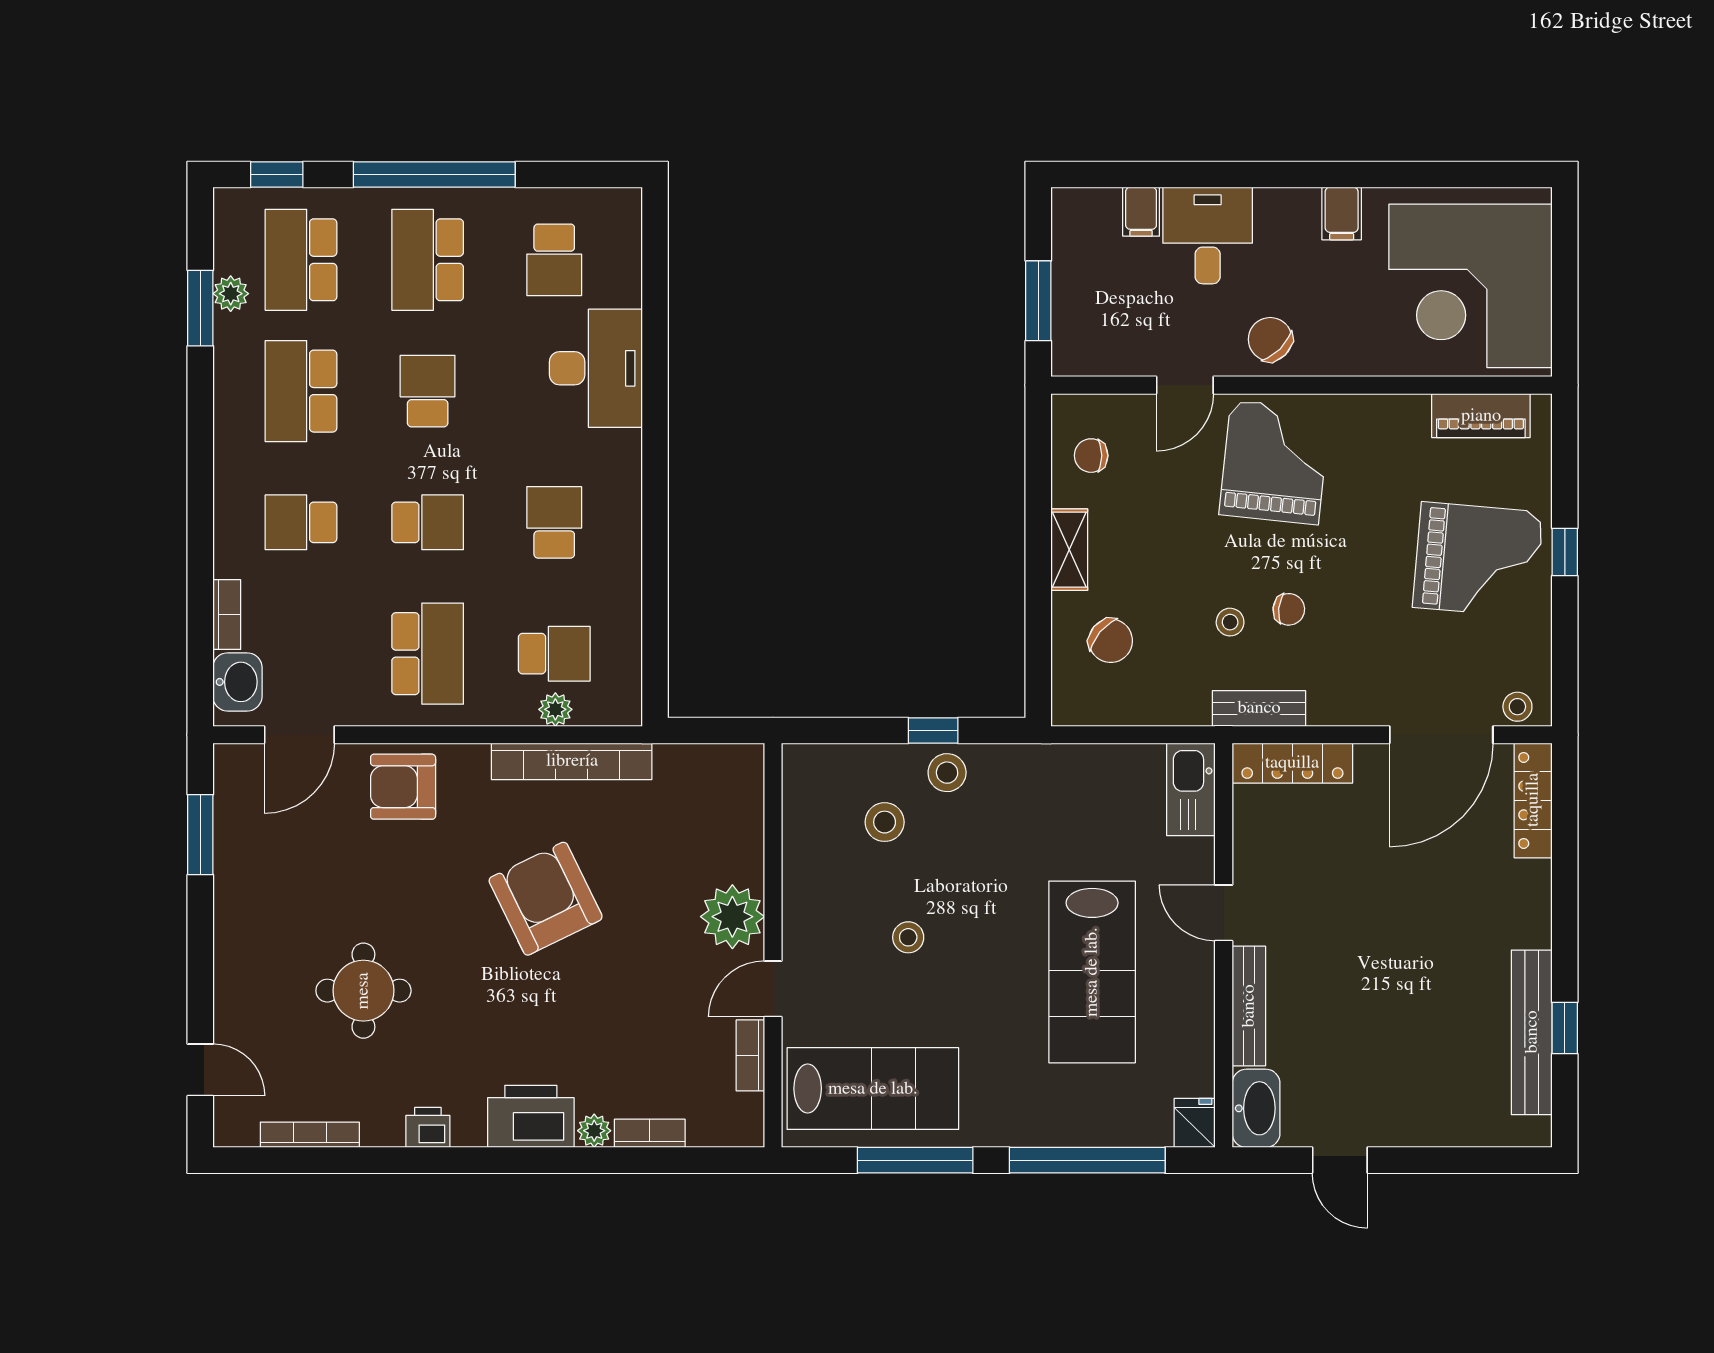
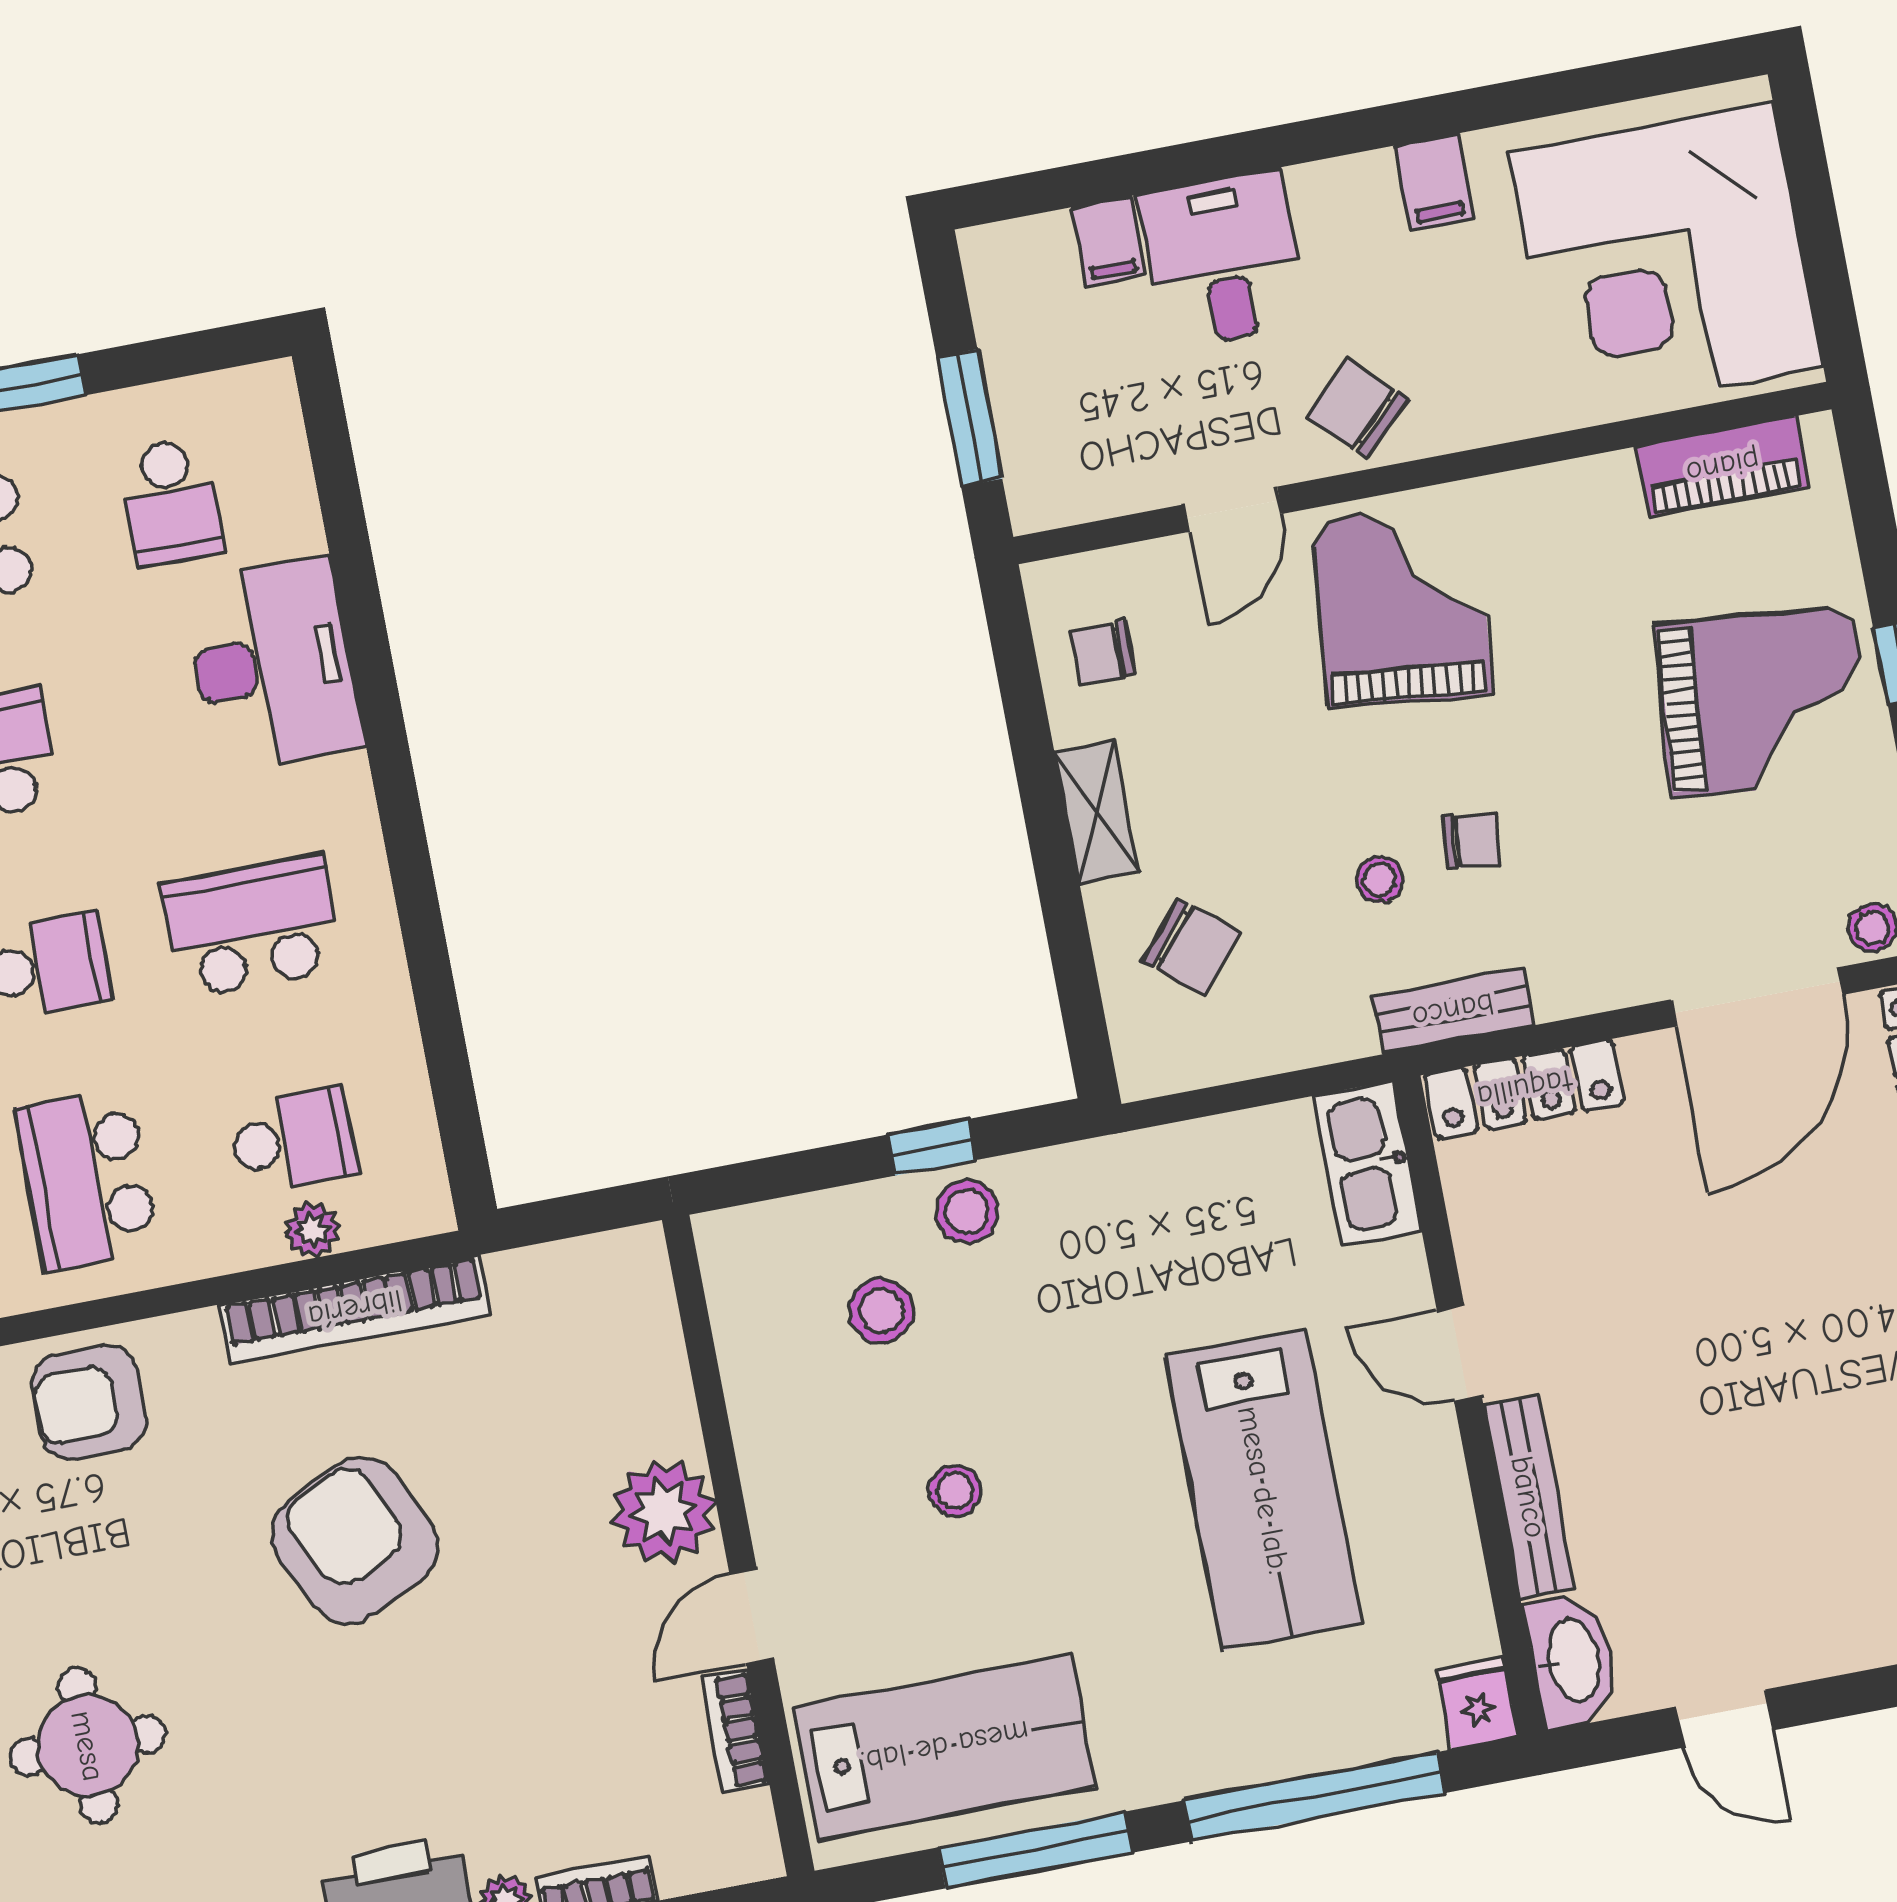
school desk: (554, 522) -> (252, 927), width x1.85
school desk: (428, 654) -> (88, 1179), turned 180

